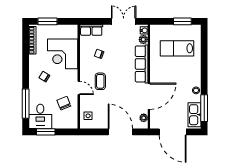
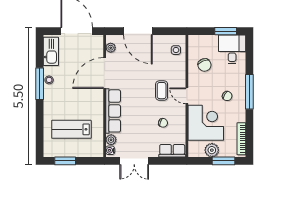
plant: (58, 31) -> (212, 150), added
lab bench: (177, 48) -> (71, 129), turned 180
door: (79, 88) -> (187, 96), moved
window: (26, 104) -> (249, 92), moved
window: (204, 108) -> (40, 84), moved

